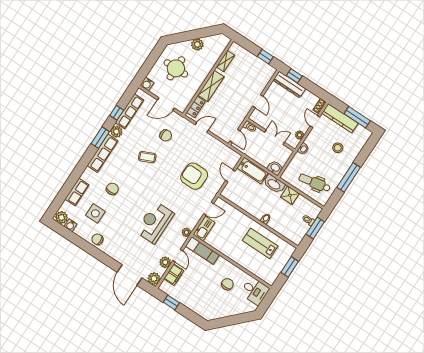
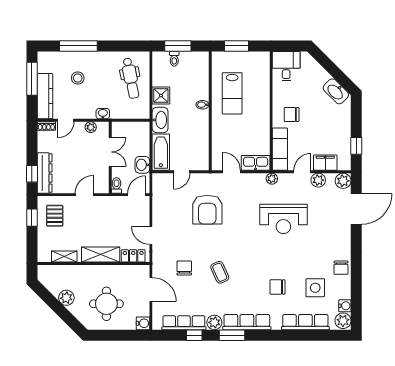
pallet: (257, 73) -> (55, 216), added
double door: (275, 137) -> (110, 152), swing flipped
washbasin: (275, 168) -> (142, 165), moved
window: (349, 177) -> (78, 46), moved
row of seats: (77, 192) -> (305, 322), width x1.48
chair: (227, 284) -> (292, 115), moved
washbasin: (216, 313) -> (336, 91), added

